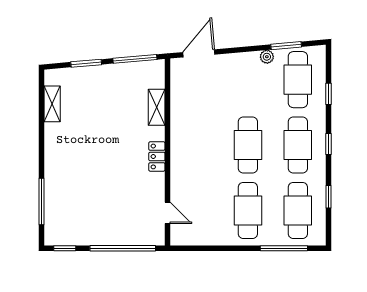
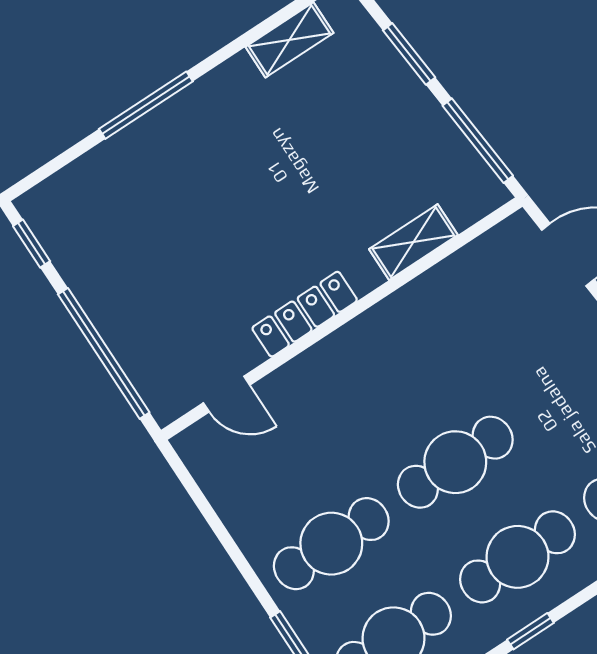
window: (328, 144) -> (530, 631), moved
locker: (157, 156) -> (305, 314), width x1.53
window: (41, 202) -> (146, 105), moved
door: (167, 213) -> (227, 394), hinge flipped

